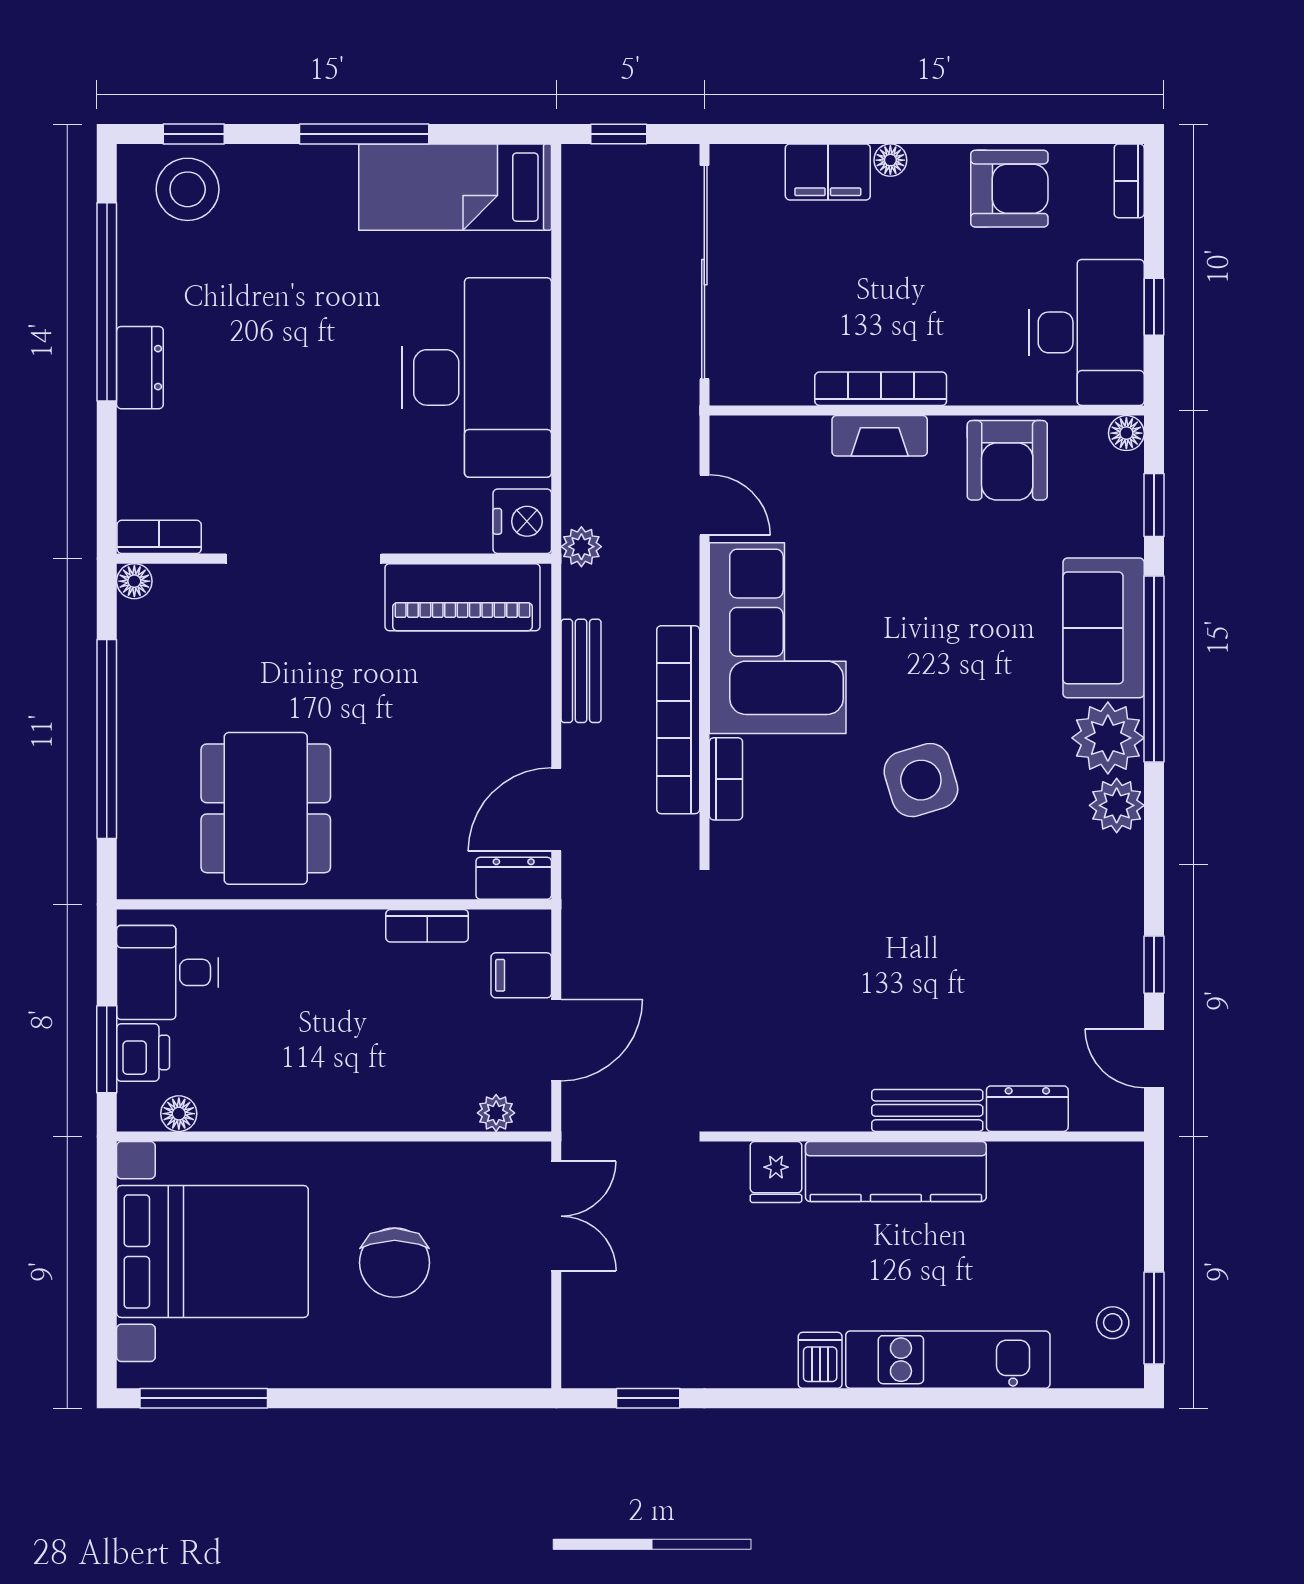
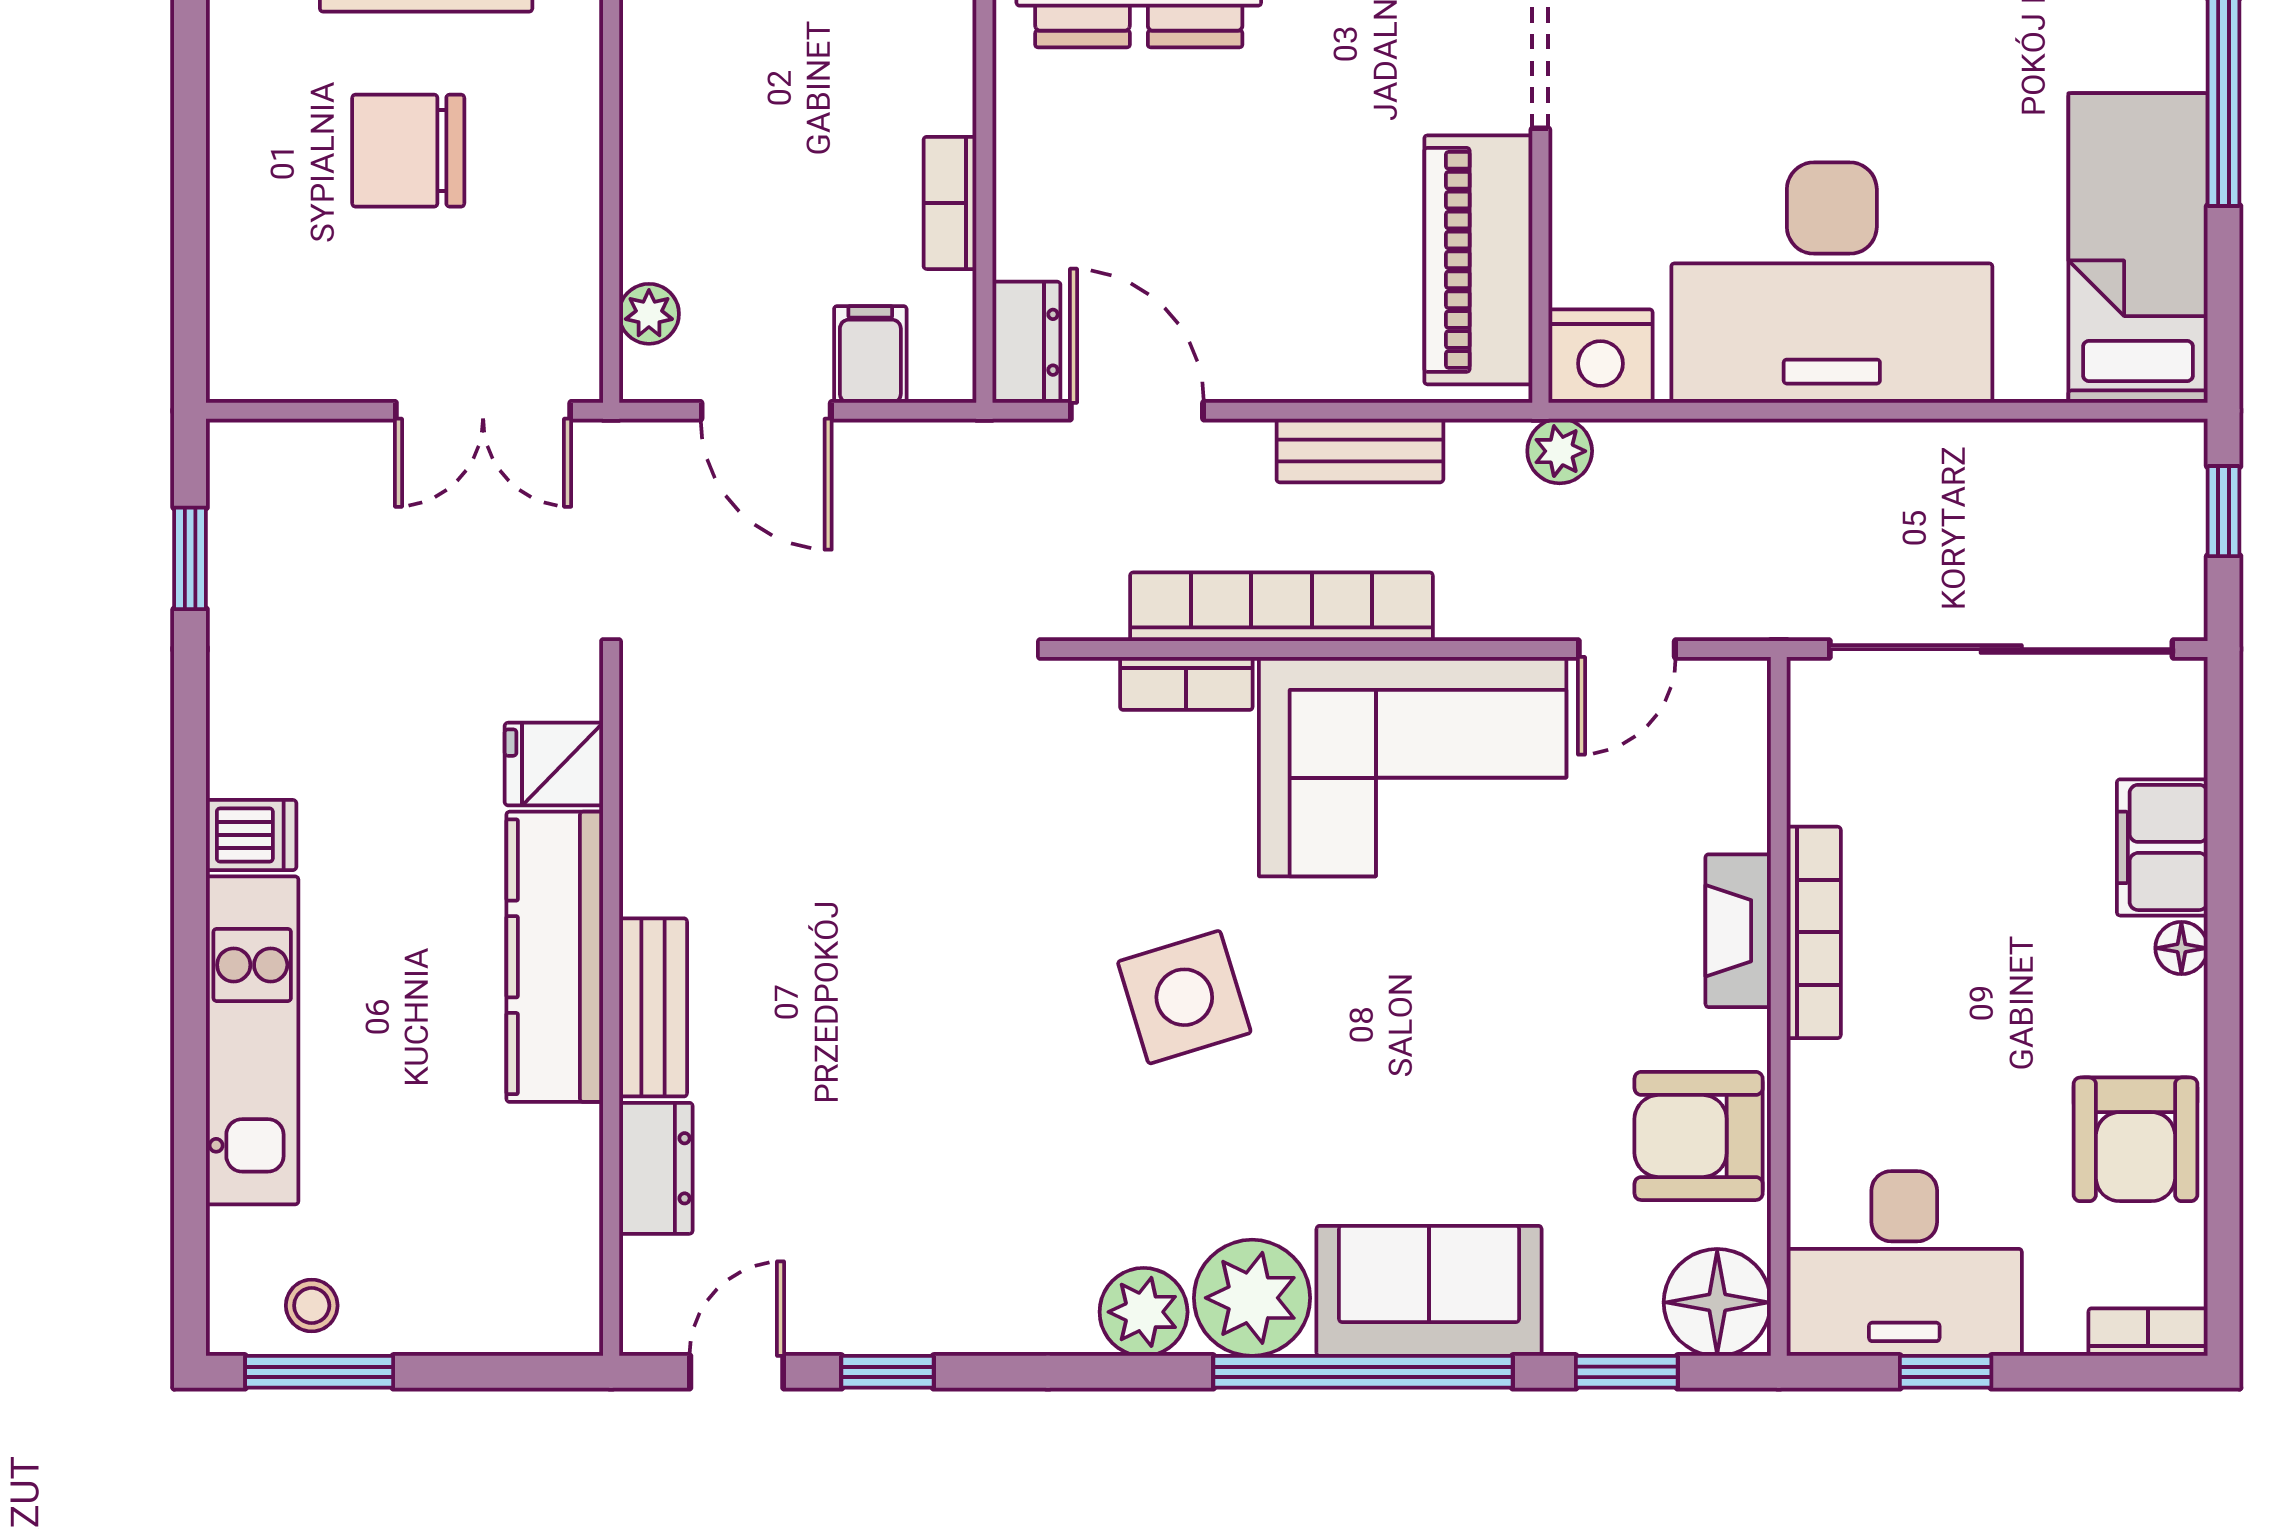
floor lamp: (1126, 433) -> (1717, 1302), width x1.89, depth x1.89

